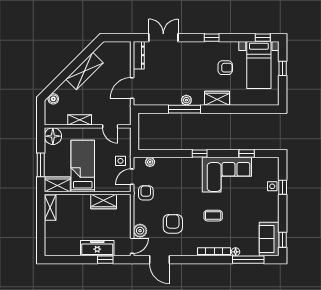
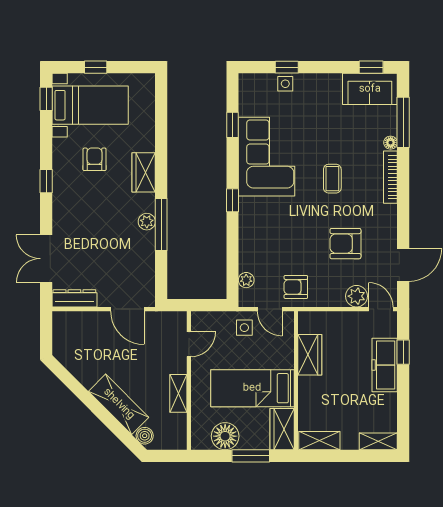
shelving: (85, 71) -> (119, 404), moved
floor lamp: (53, 136) -> (225, 436), moved
shelving: (50, 244) -> (378, 441), added

